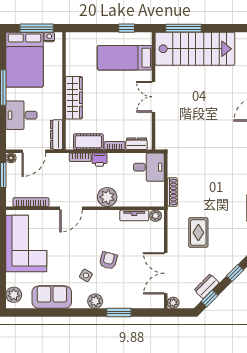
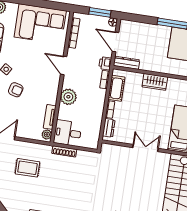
wardrobe: (74, 98) -> (155, 82), width x0.67
desk: (21, 115) -> (147, 36), removed
printer: (99, 160) -> (105, 63), moved
desk: (149, 167) -> (68, 133), moved, turned 90

